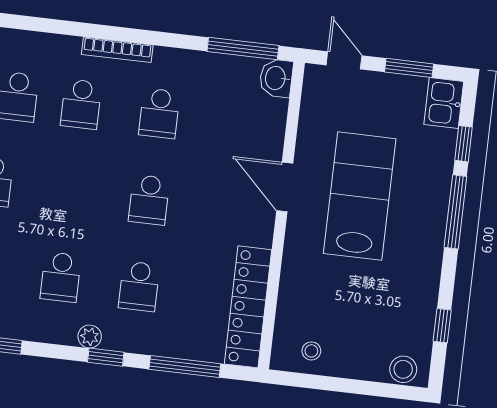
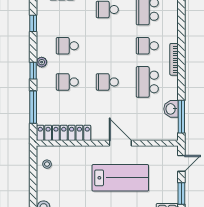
washbasin: (276, 78) -> (171, 109), moved, turned -90
school desk: (159, 113) -> (147, 82), width x1.85
door: (285, 187) -> (120, 143), hinge flipped

